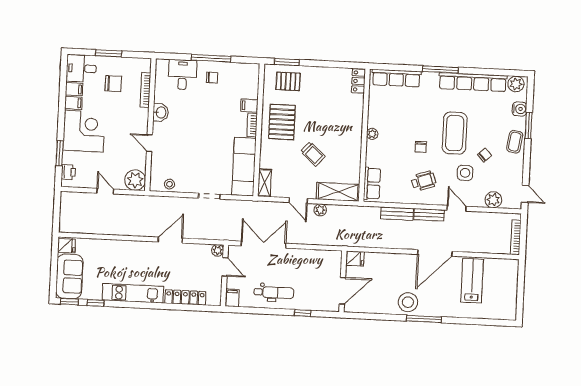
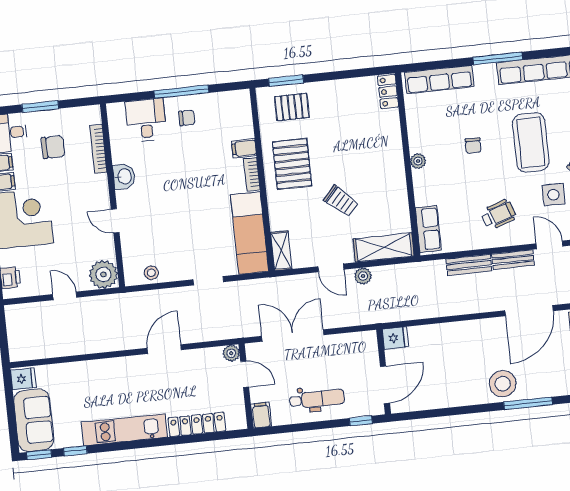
chair: (421, 147) -> (473, 146), moved
fridge: (355, 259) -> (395, 338), moved
wall: (343, 281) -> (384, 372), moved
door: (342, 291) -> (385, 385), moved

